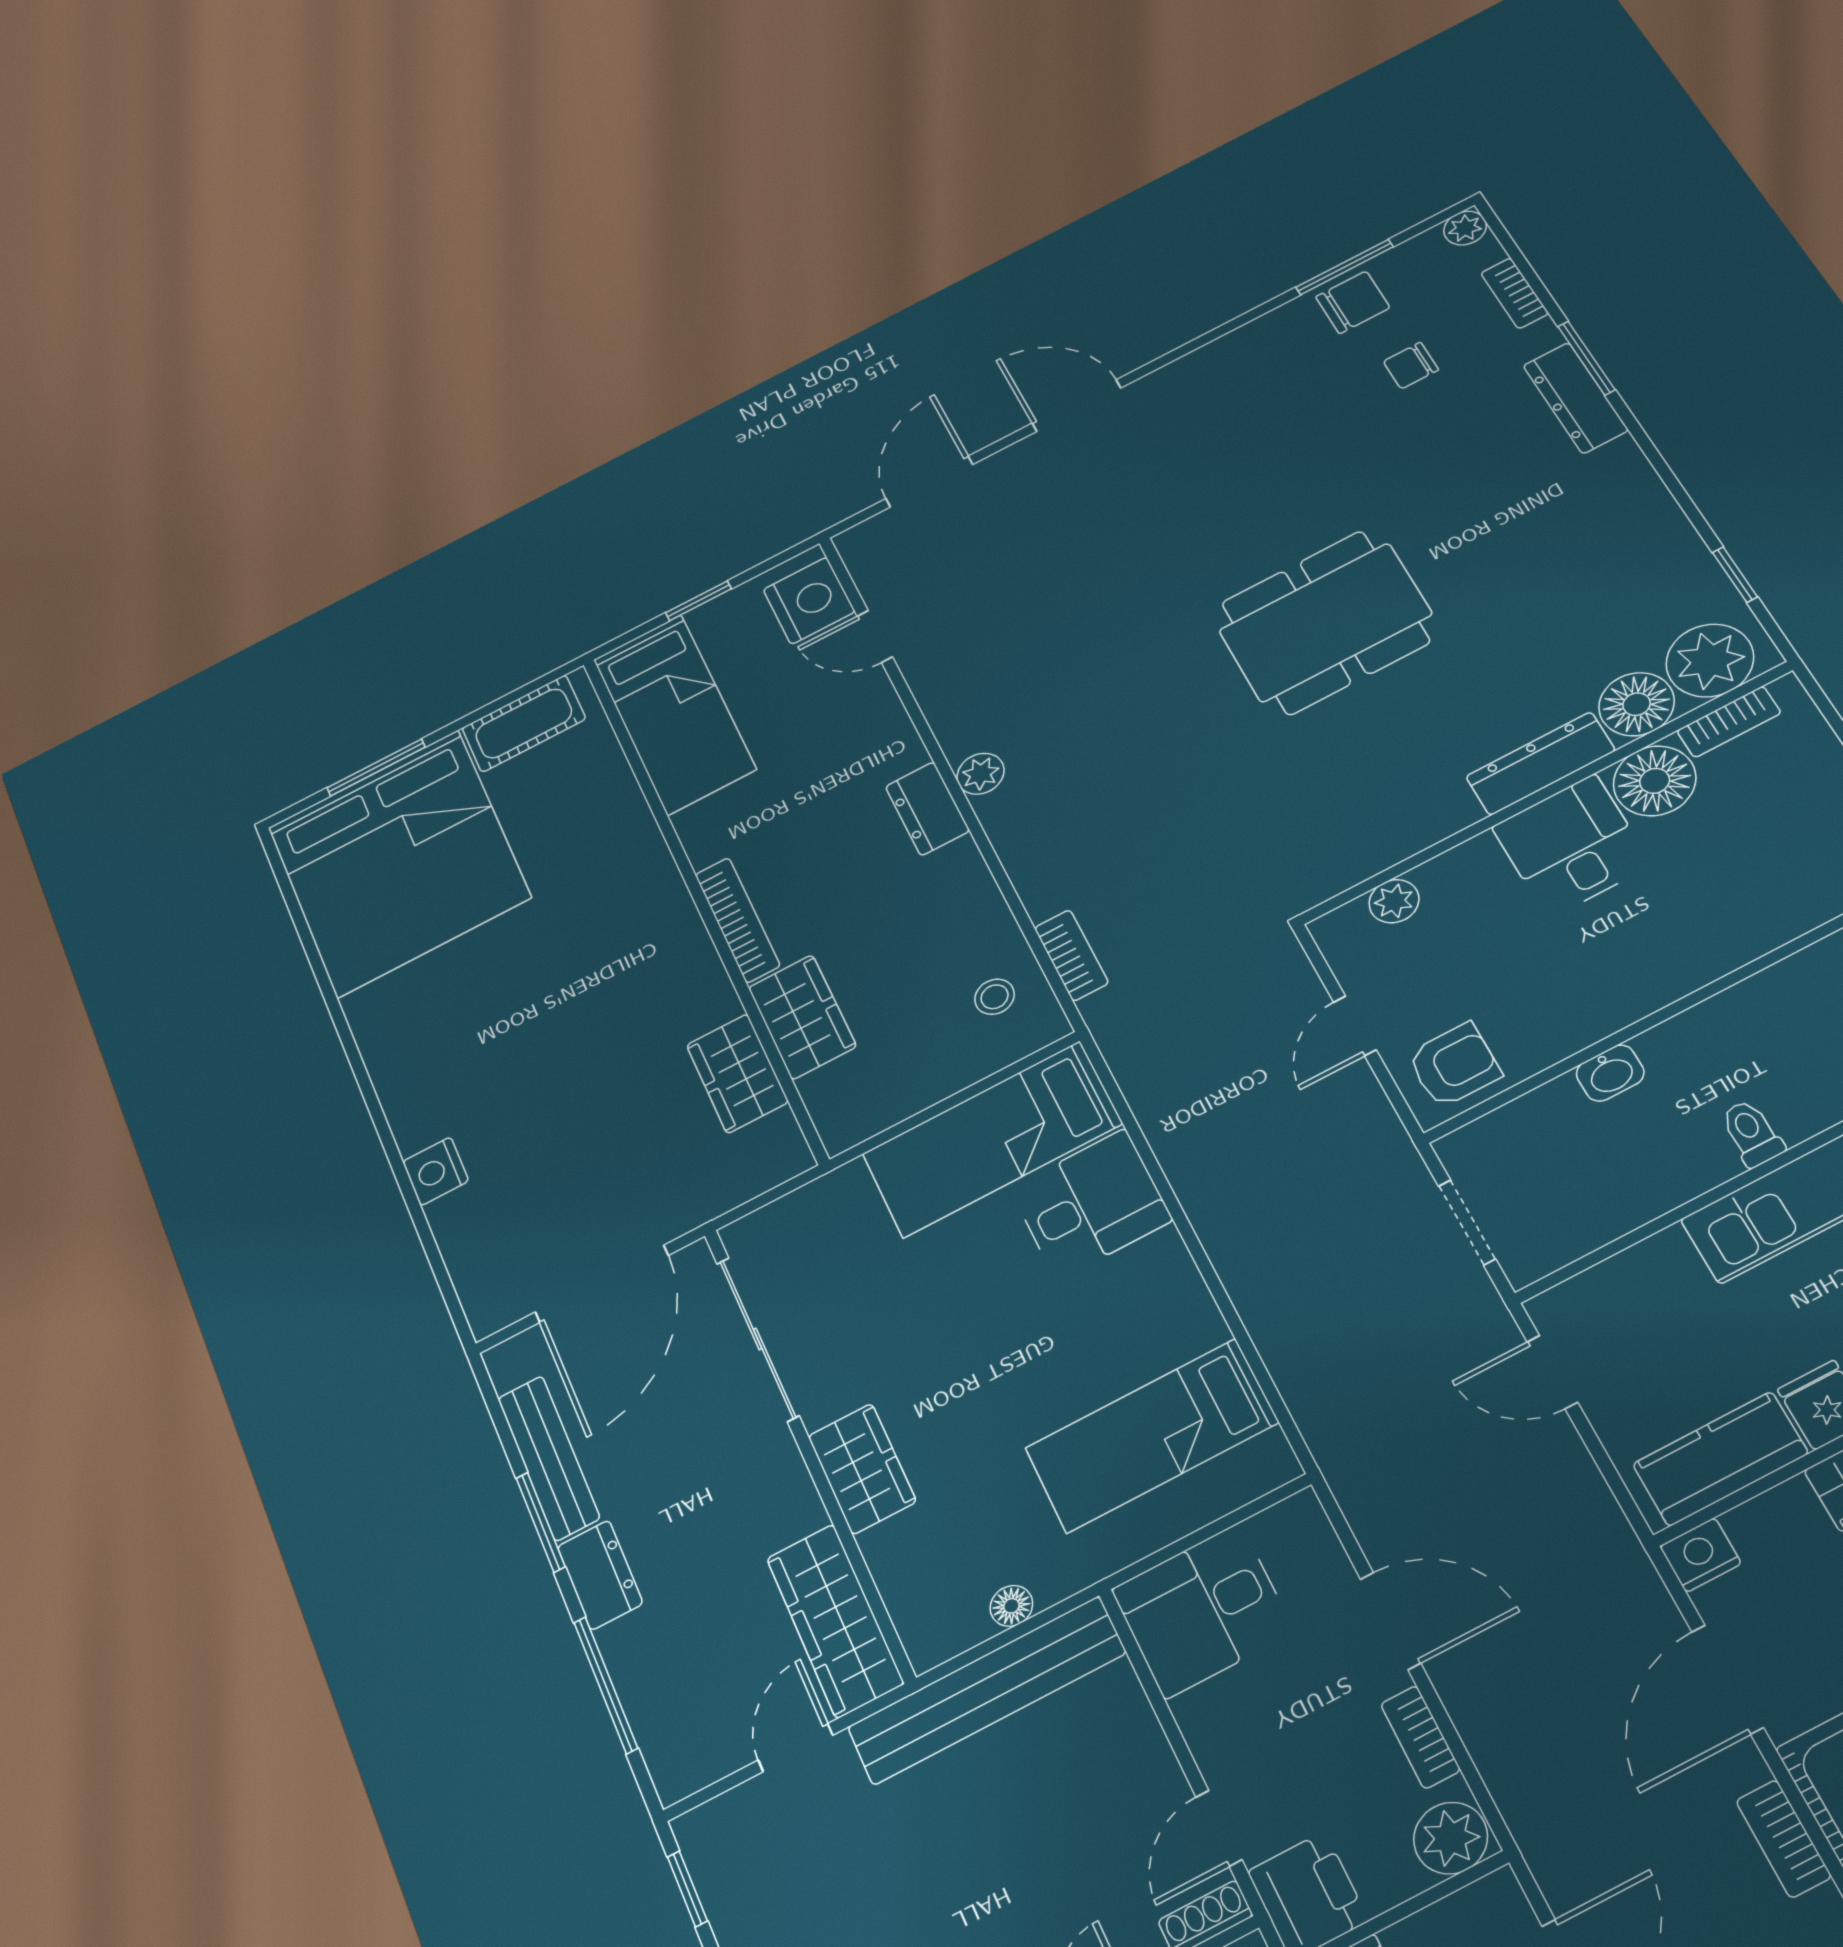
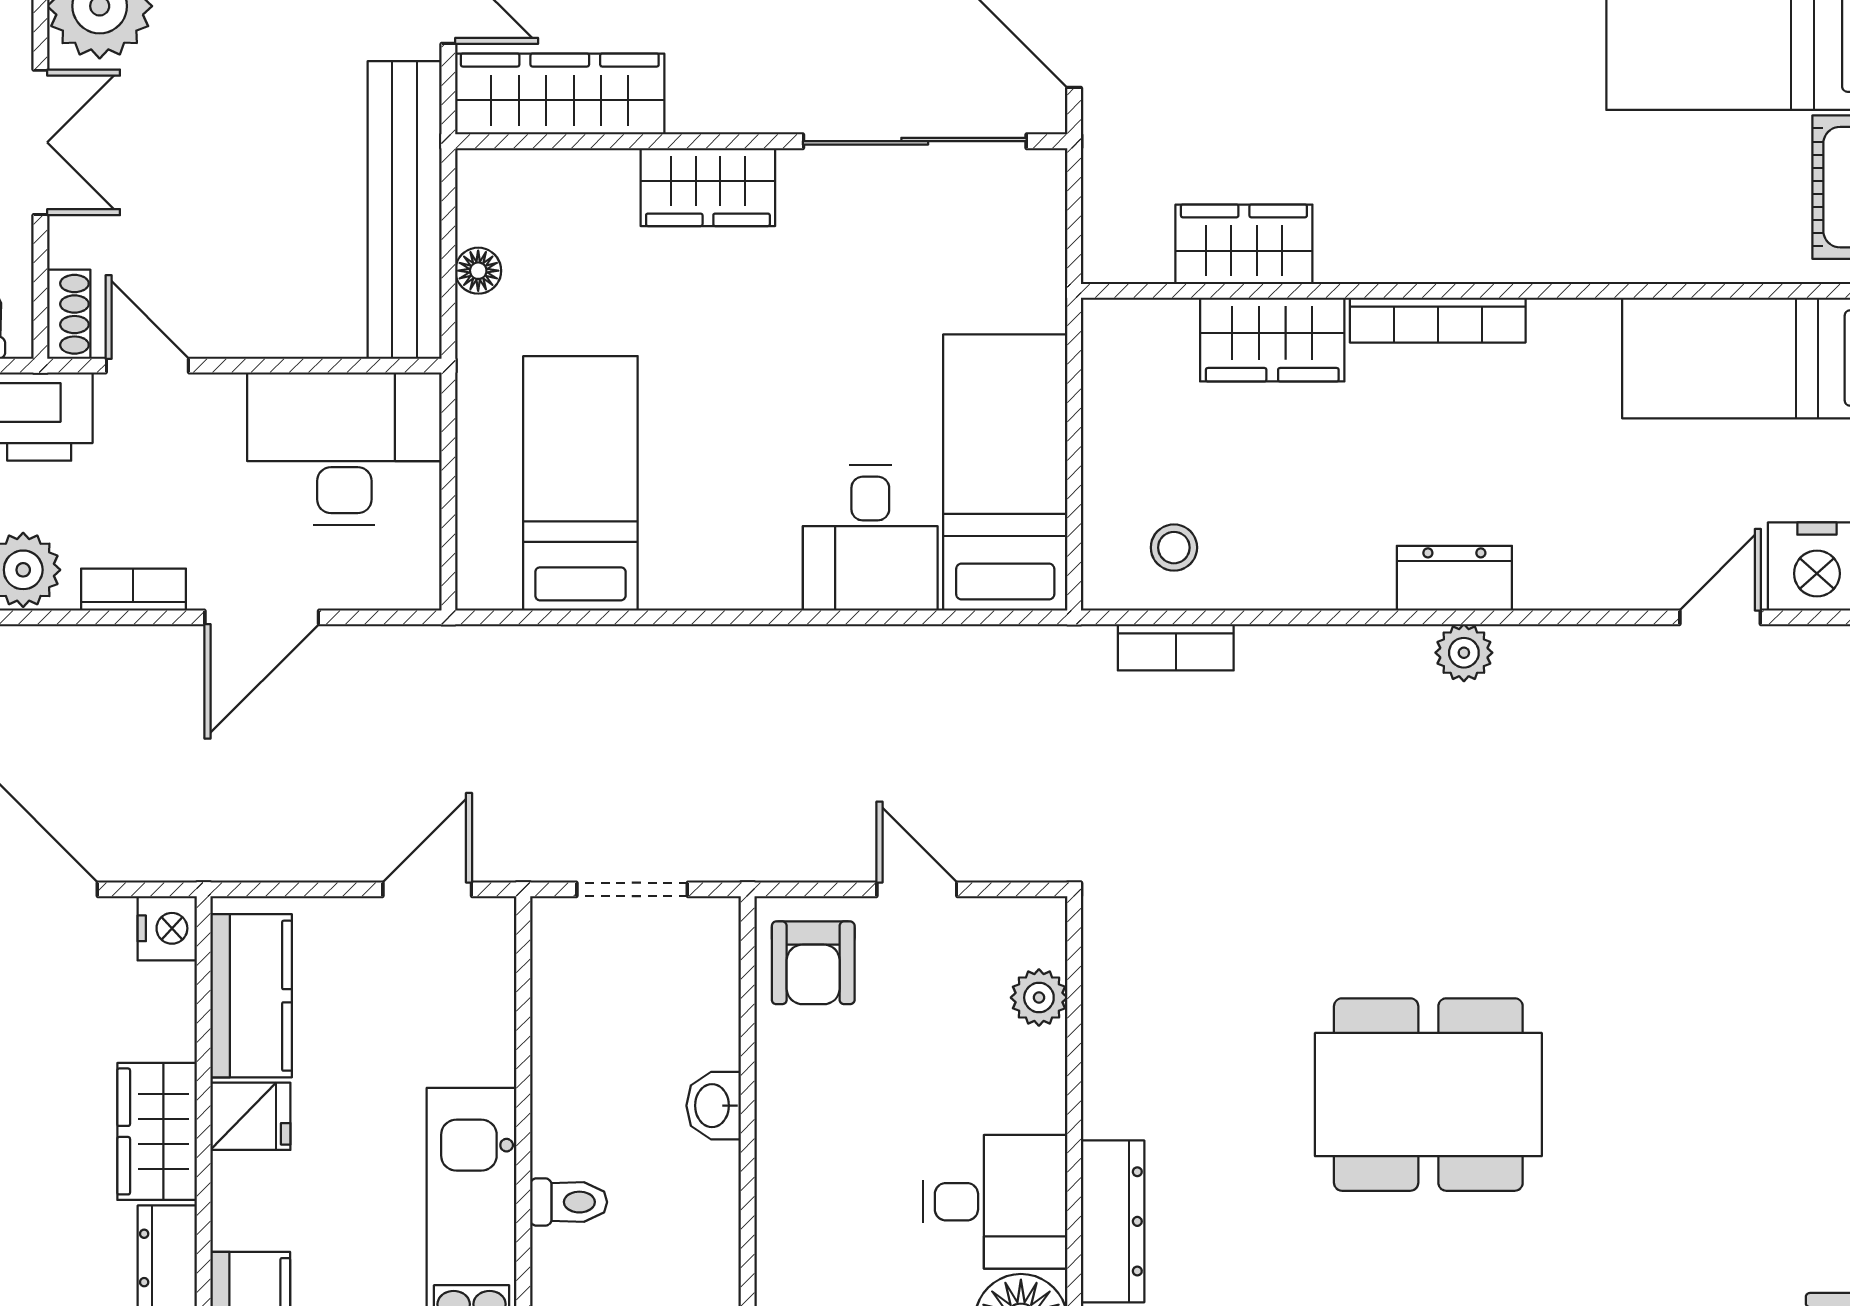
dining table: (1325, 622) -> (1428, 1095), turned 90
desk: (1203, 1611) -> (344, 449), width x1.37

